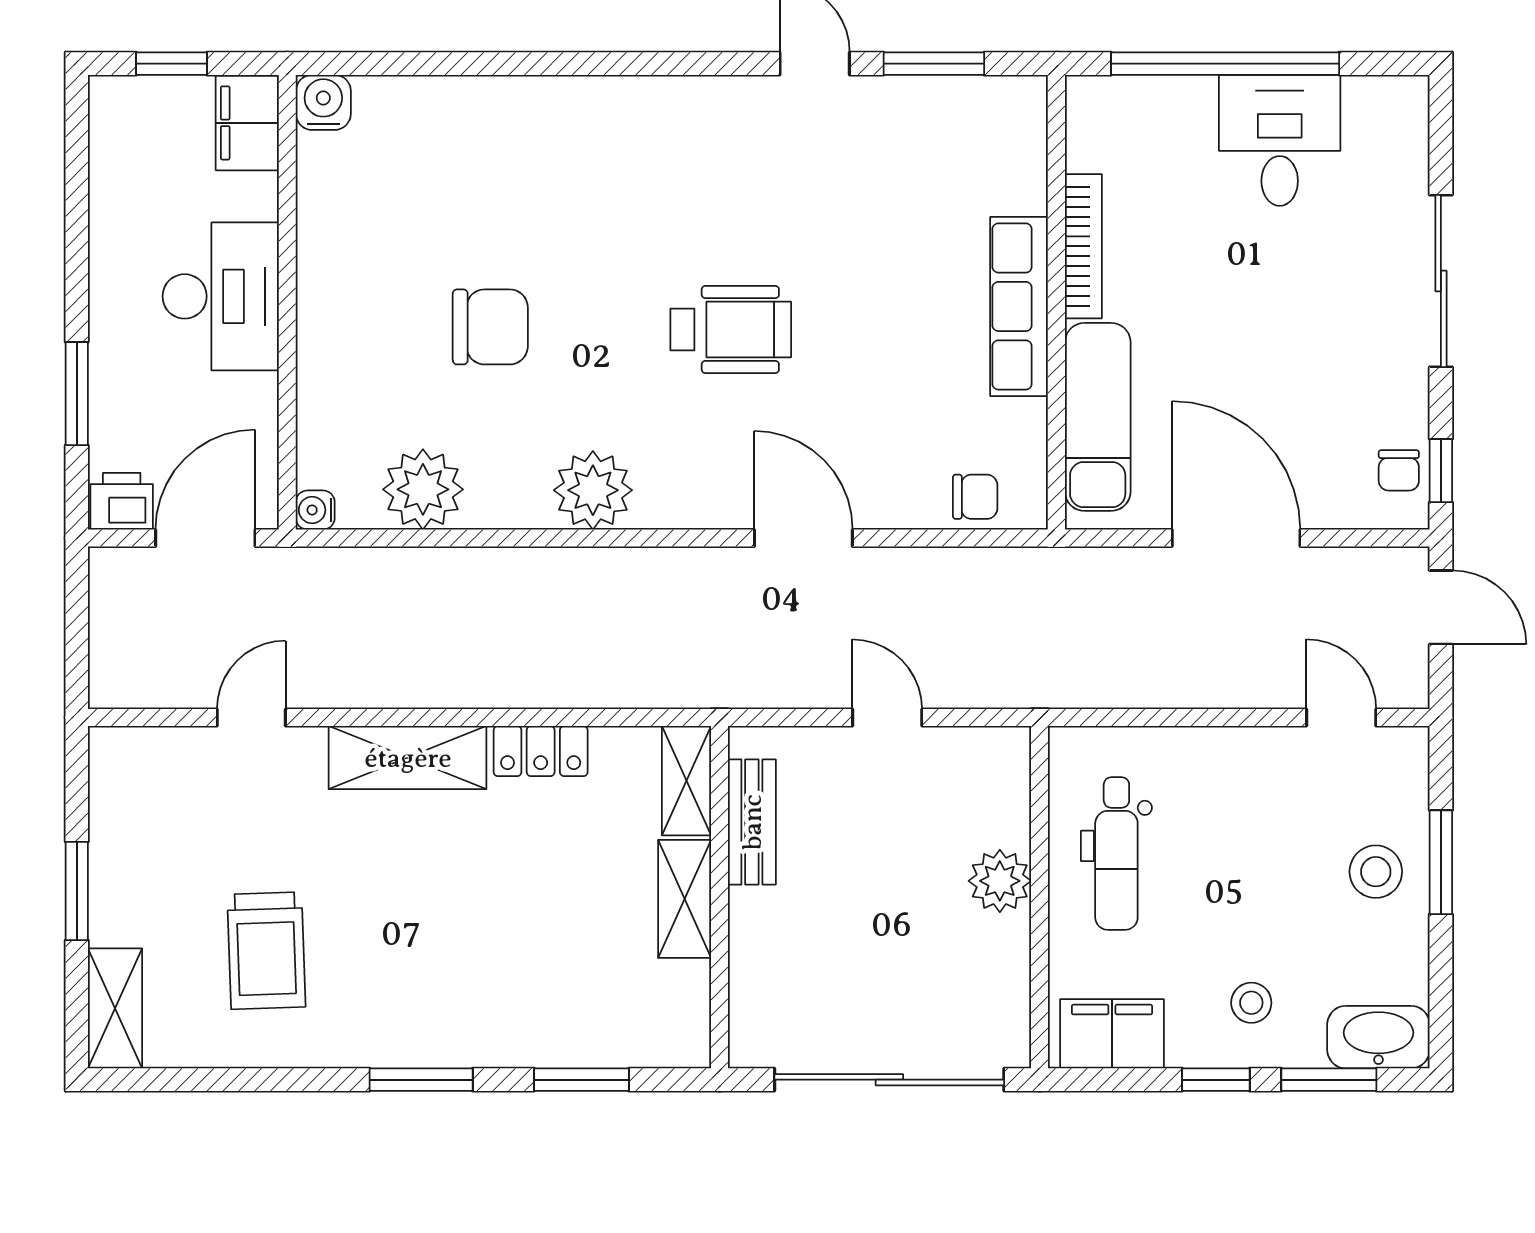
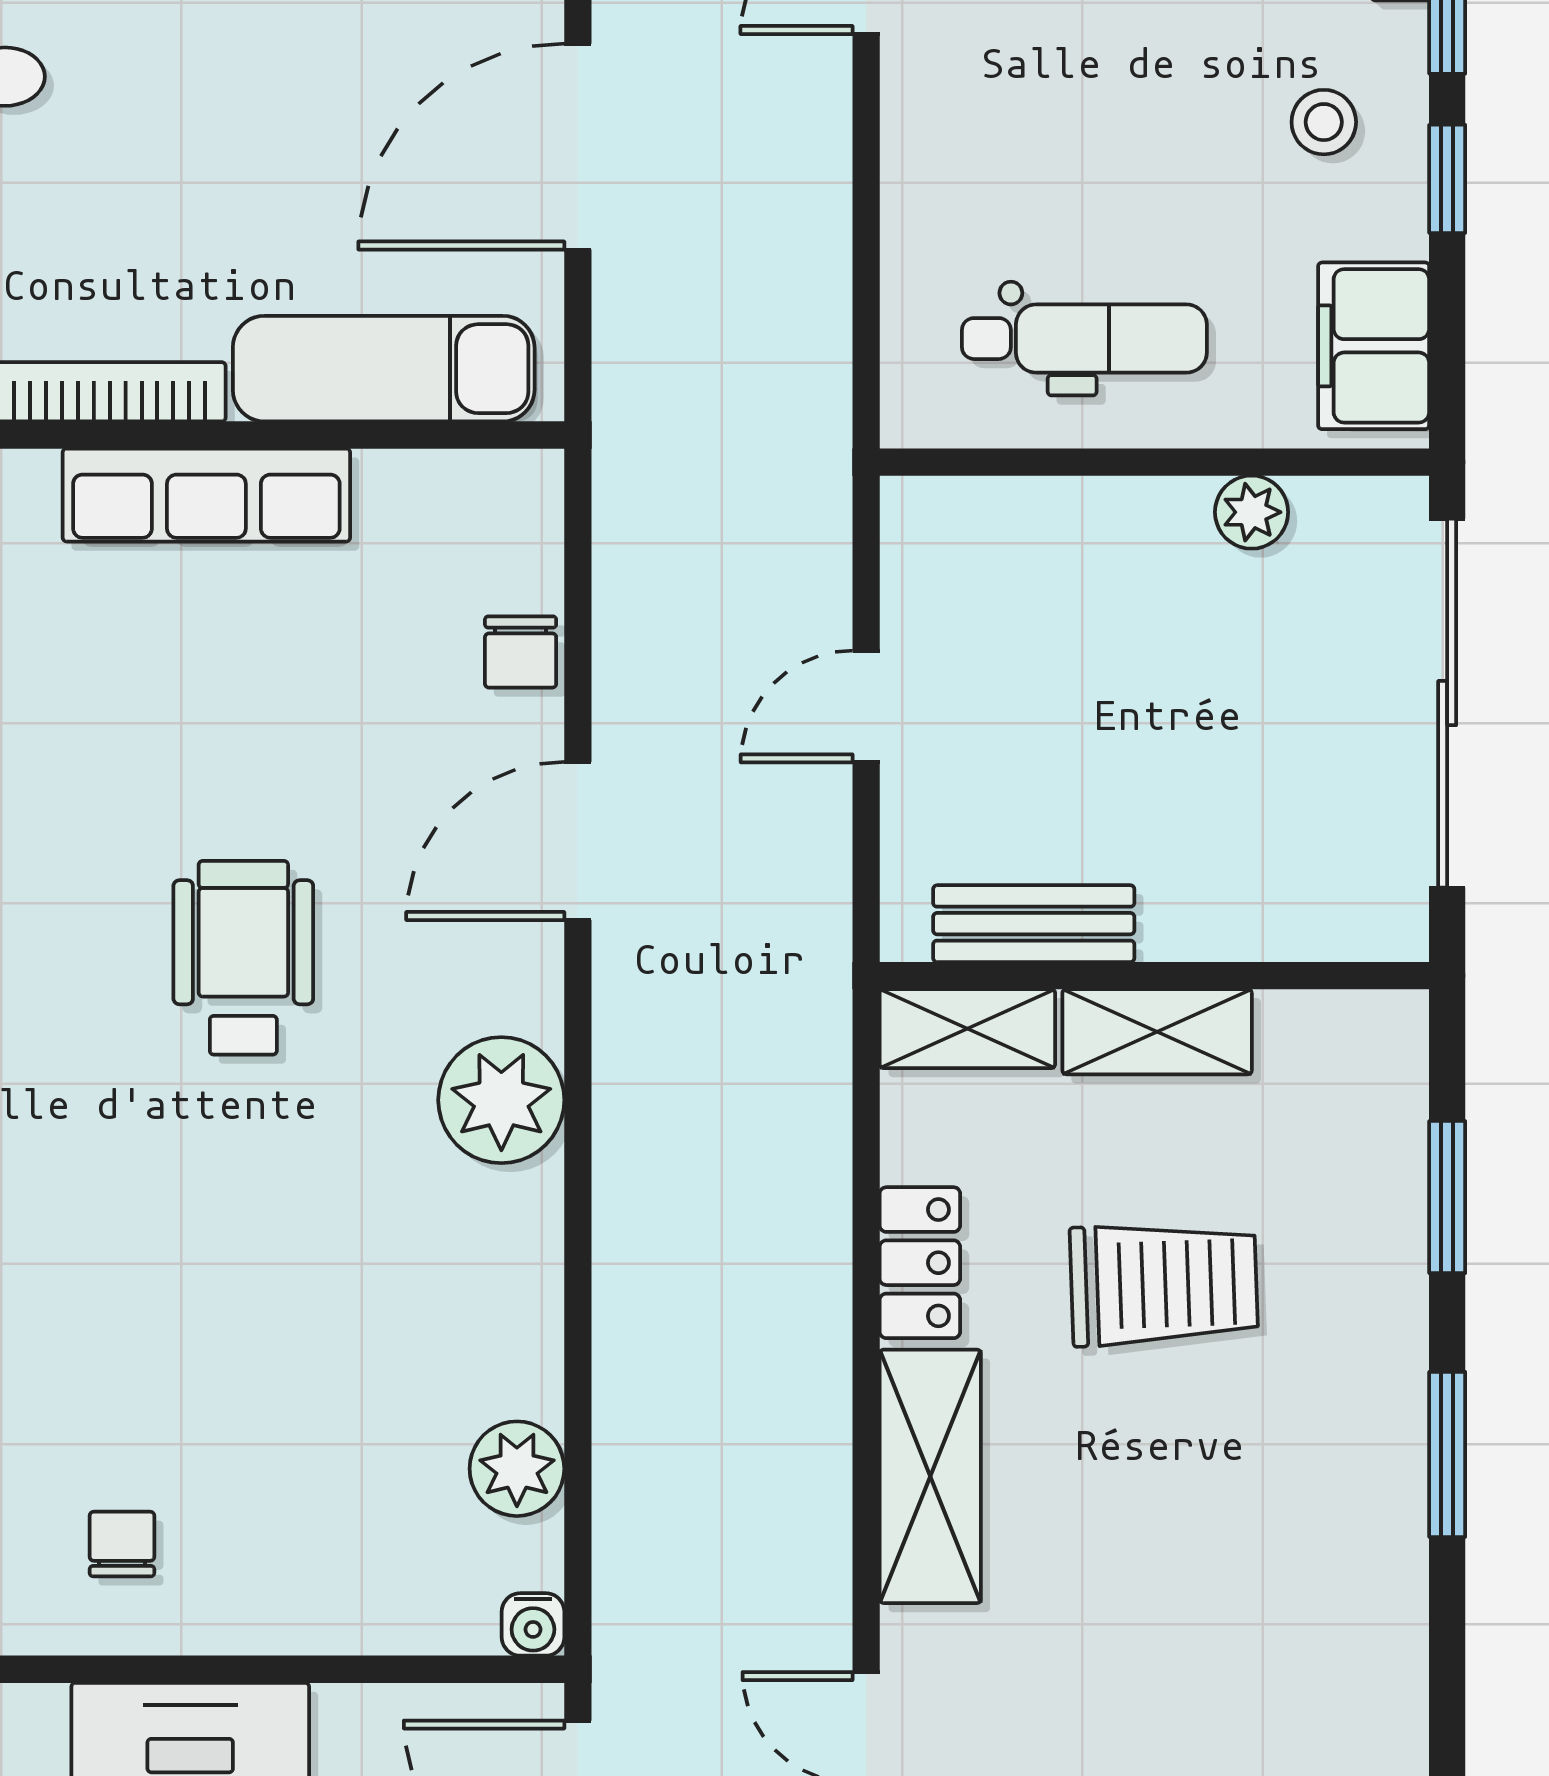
chair: (490, 327) -> (122, 1544), moved, width x0.54, depth x0.54
plant: (423, 489) -> (517, 1469), width x0.73, depth x0.73
plant: (593, 490) -> (501, 1100), moved
chair: (975, 497) -> (521, 652), moved, turned 180
plant: (1000, 881) -> (1252, 512), moved, width x0.73, depth x0.73
trolley: (266, 951) -> (1164, 1284), moved

